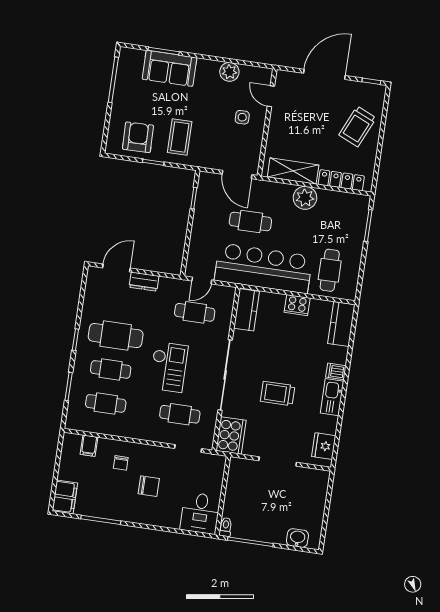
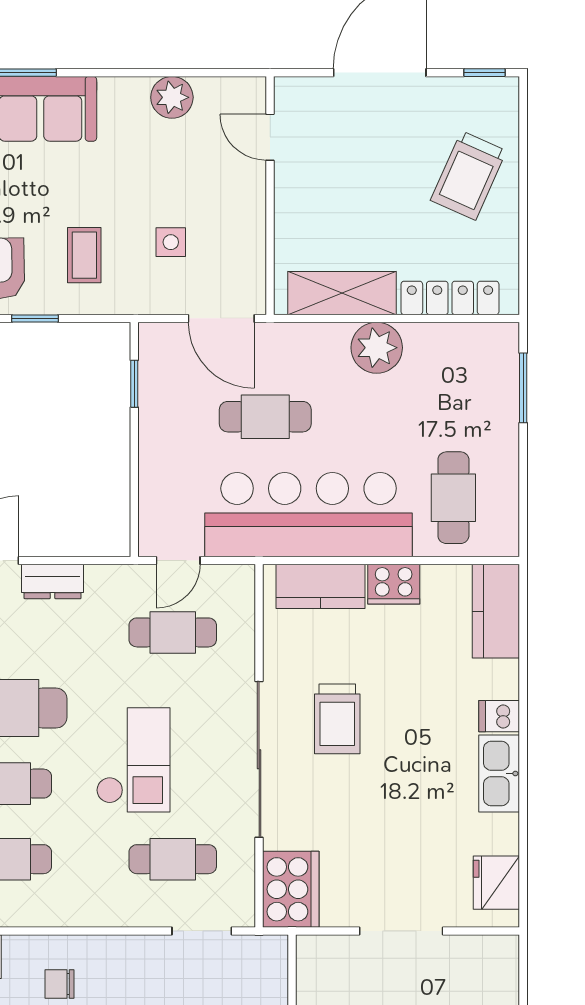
side table: (242, 117) -> (171, 242), moved
coffee table: (180, 137) -> (84, 255), width x0.73, depth x0.77
kitchen counter: (247, 310) -> (320, 586), moved, turned 90
trolley: (278, 393) -> (337, 719), moved, turned -90
chair: (121, 463) -> (59, 984), turned 90

